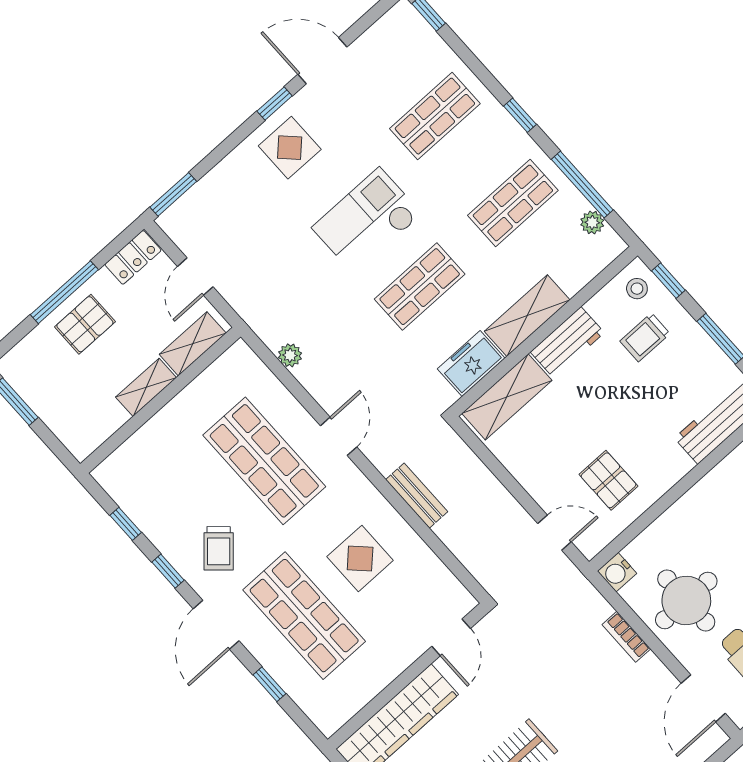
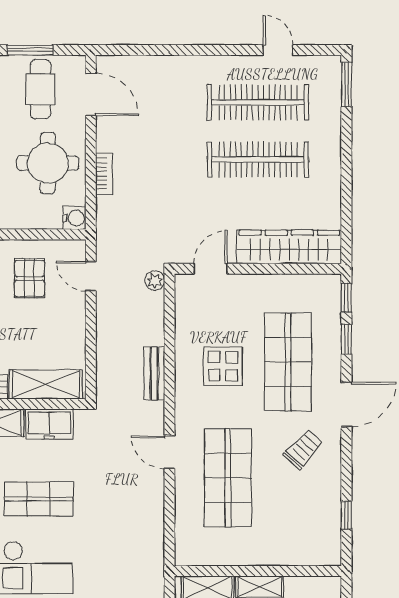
plant: (290, 355) -> (155, 281), moved
door: (339, 436) -> (169, 452), hinge flipped
window: (168, 571) -> (346, 298), moved
door: (703, 698) -> (91, 94), hinge flipped

